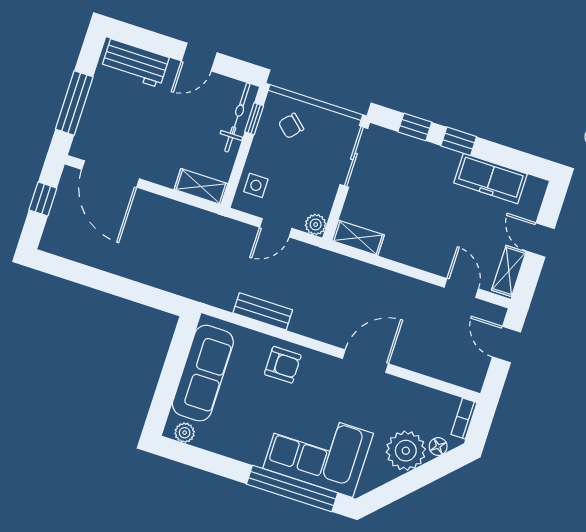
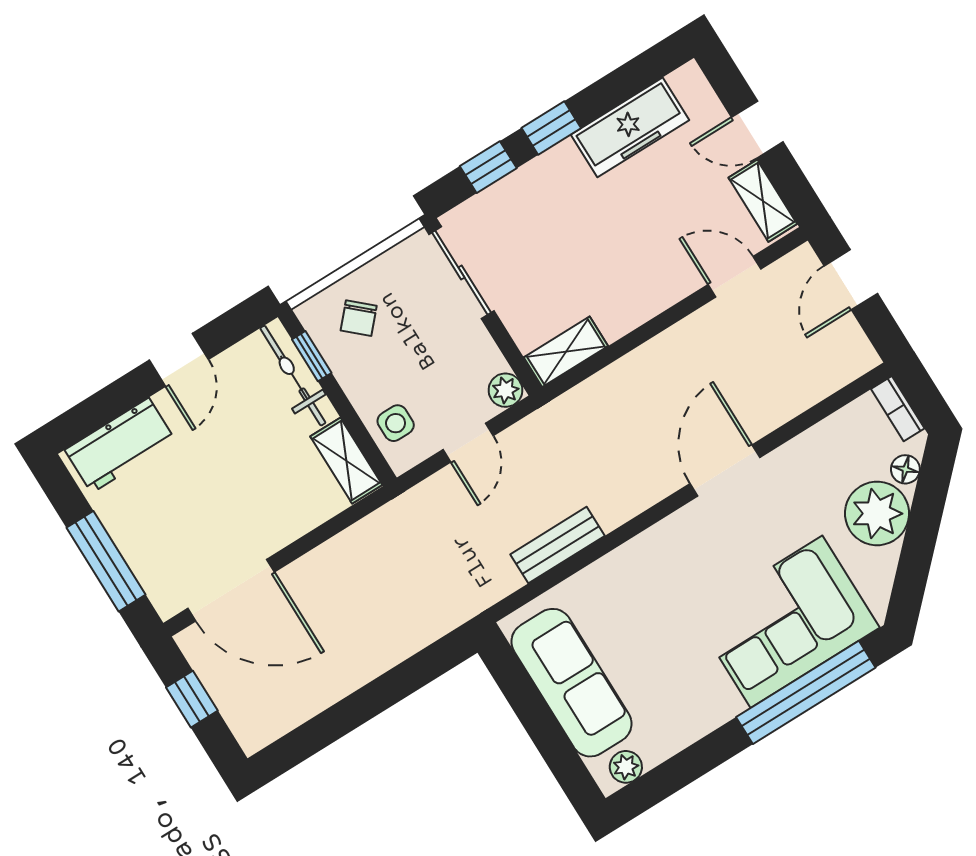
shelving: (201, 187) -> (346, 461), moved, turned 90
door: (507, 345) -> (851, 280), hinge flipped
armchair: (283, 365) -> (644, 576), removed

